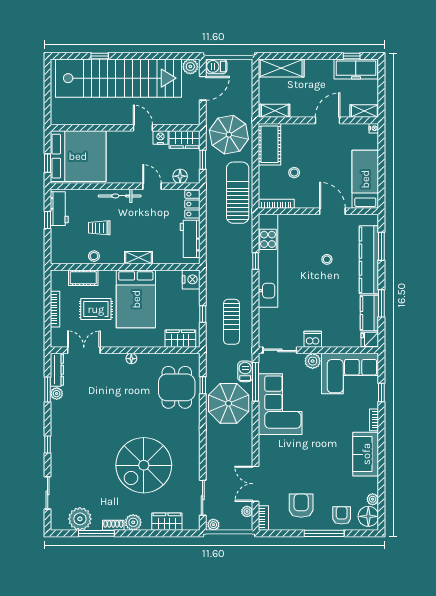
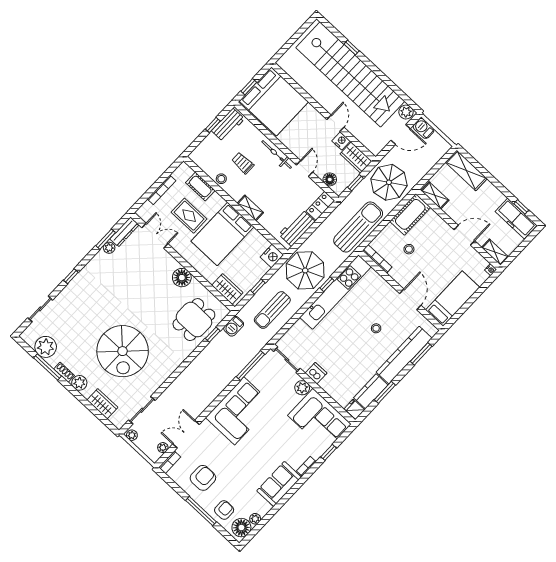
floor lamp: (131, 359) -> (182, 278), width x1.89, depth x1.89
barbecue: (245, 371) -> (234, 326), moved, turned 180
parasol: (229, 403) -> (305, 270), moved
corner sofa: (280, 404) -> (239, 411), moved
spiral stairs: (144, 465) -> (123, 351), turned -90

